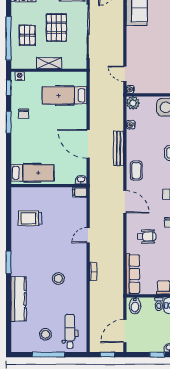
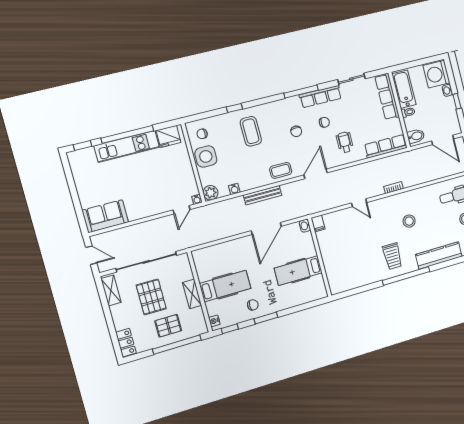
pallet: (57, 28) -> (151, 297), turned 90
hospital bed: (65, 95) -> (225, 286), moved, turned -90
hospital bed: (32, 173) -> (298, 271), moved, turned -90
trolley: (30, 218) -> (392, 256), moved
window: (9, 262) -> (406, 276), width x2.11

